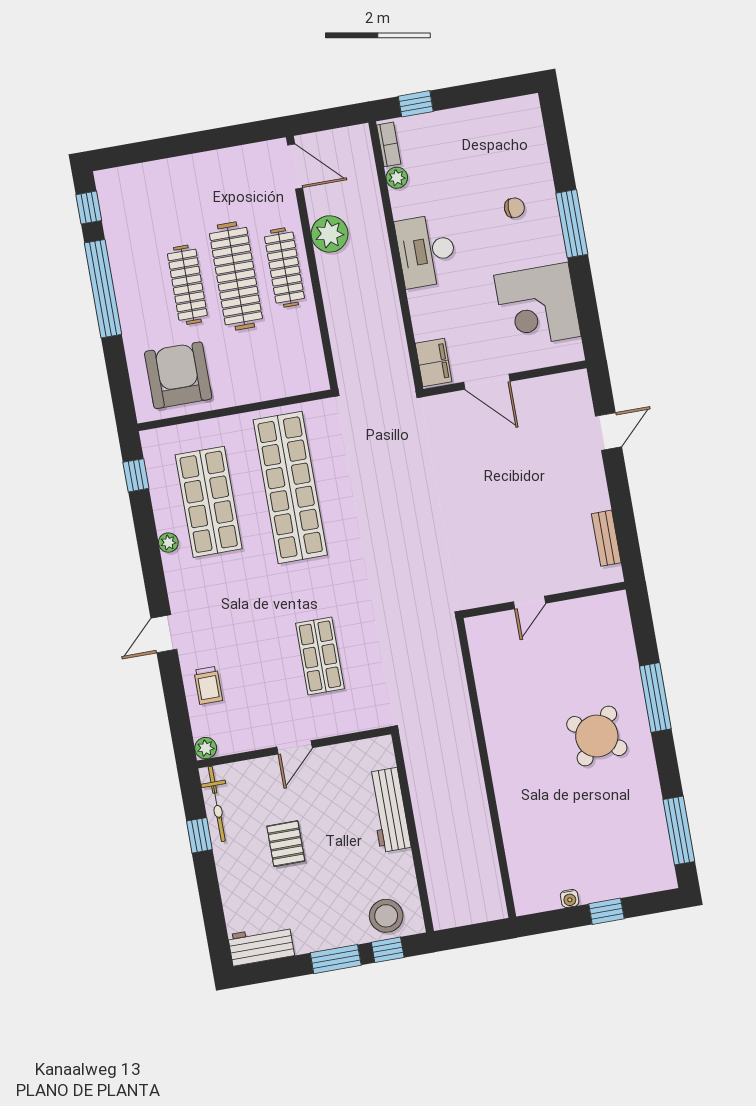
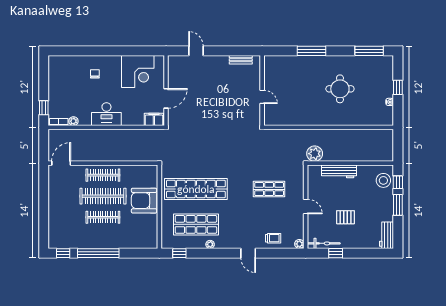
window: (572, 224) -> (106, 51), removed
plant: (330, 234) -> (315, 154), moved
armchair: (178, 375) -> (144, 201), moved
round table: (597, 736) -> (340, 89), moved, turned -38

